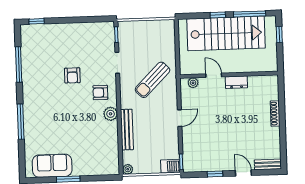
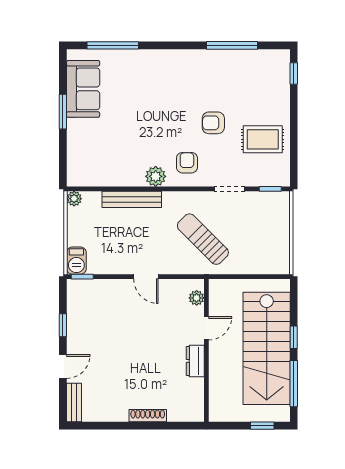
rug: (82, 41) -> (263, 139), added
window: (21, 122) -> (113, 45), moved

